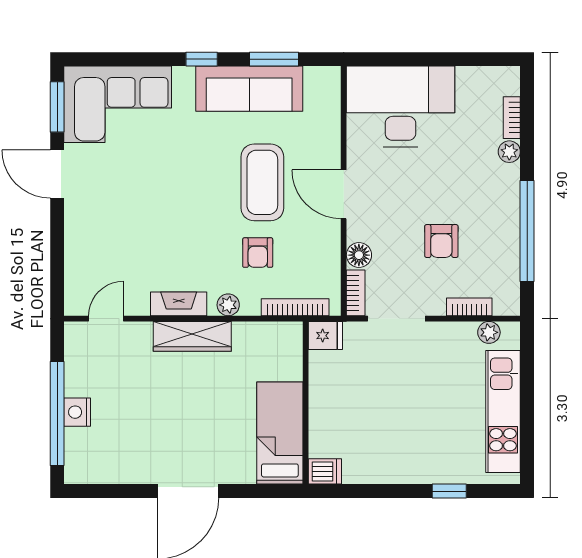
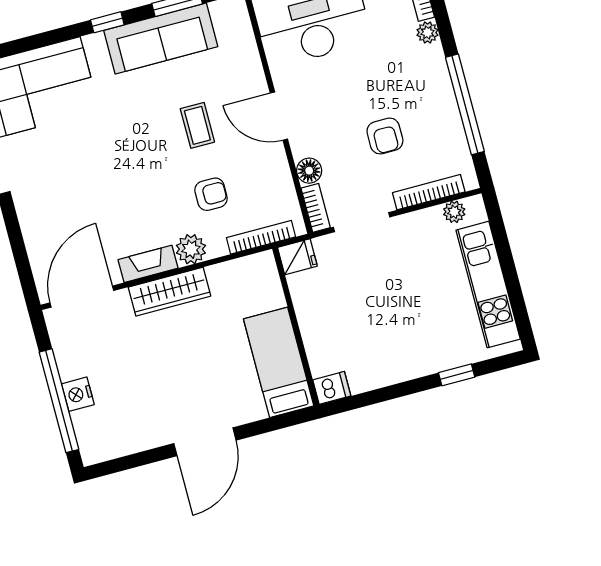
coffee table: (262, 182) -> (197, 125), width x0.54, depth x0.58
armchair: (258, 253) -> (211, 194), turned -90
plant: (228, 305) -> (191, 249), width x1.38, depth x1.38
bookcase: (469, 307) -> (429, 192), width x1.56
door: (106, 319) -> (82, 297), width x1.88

